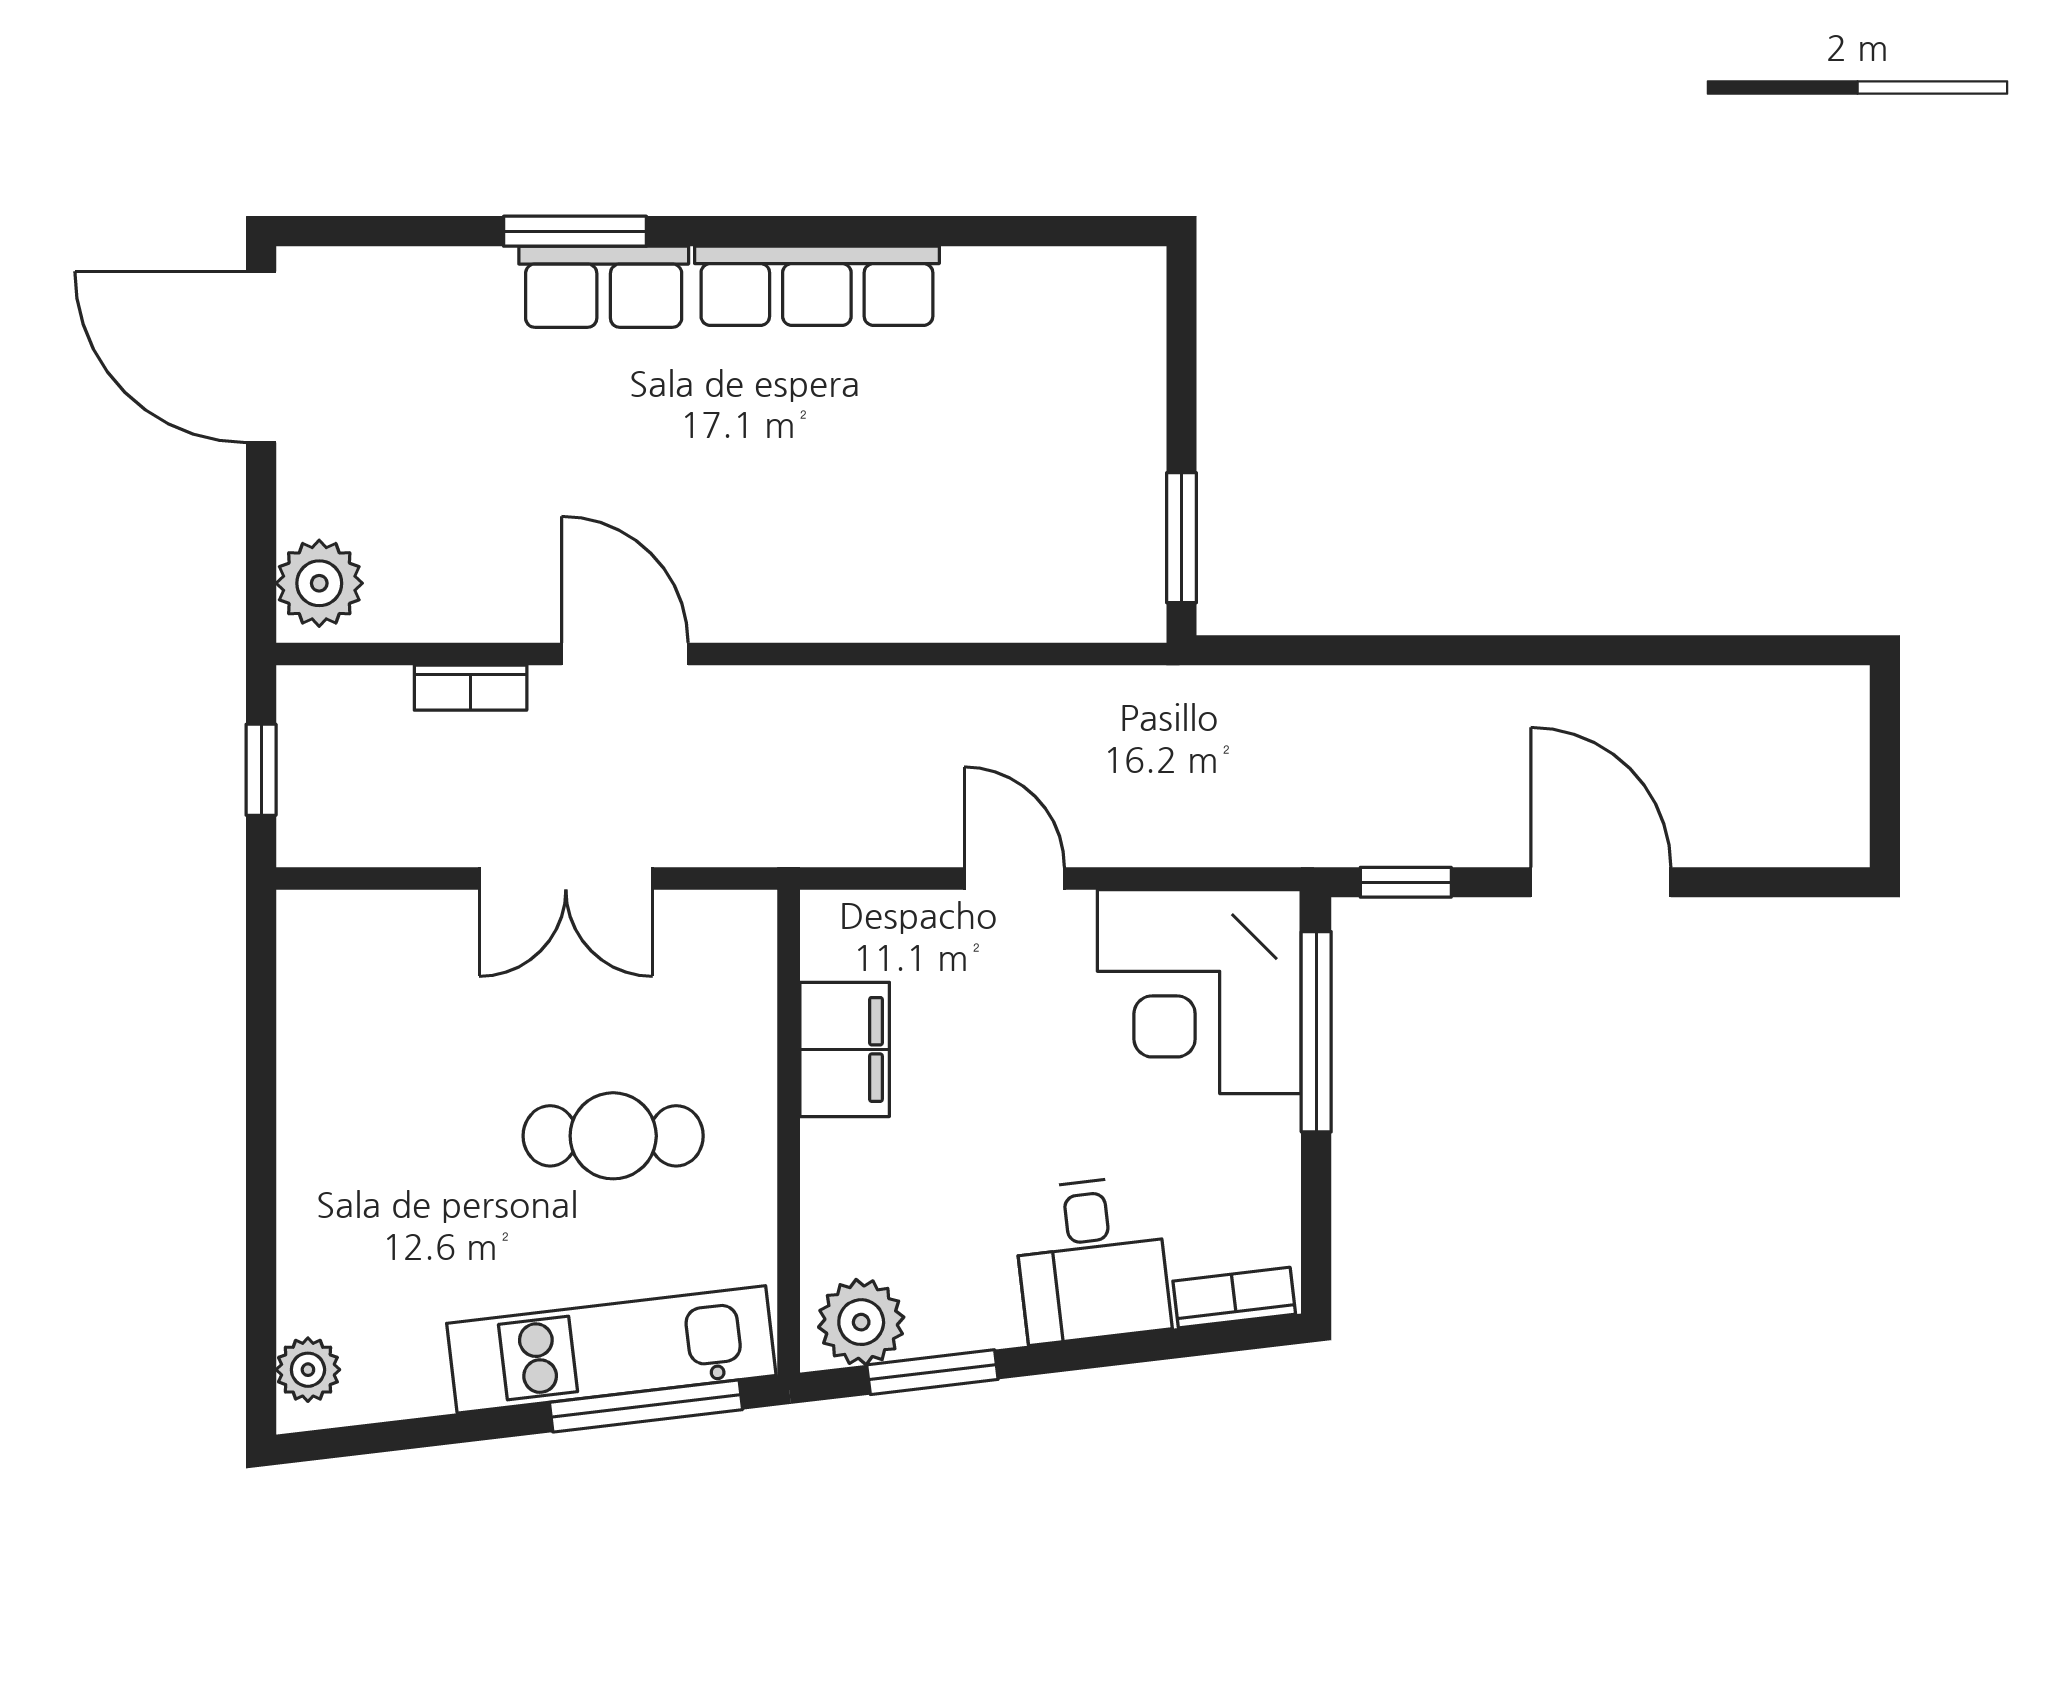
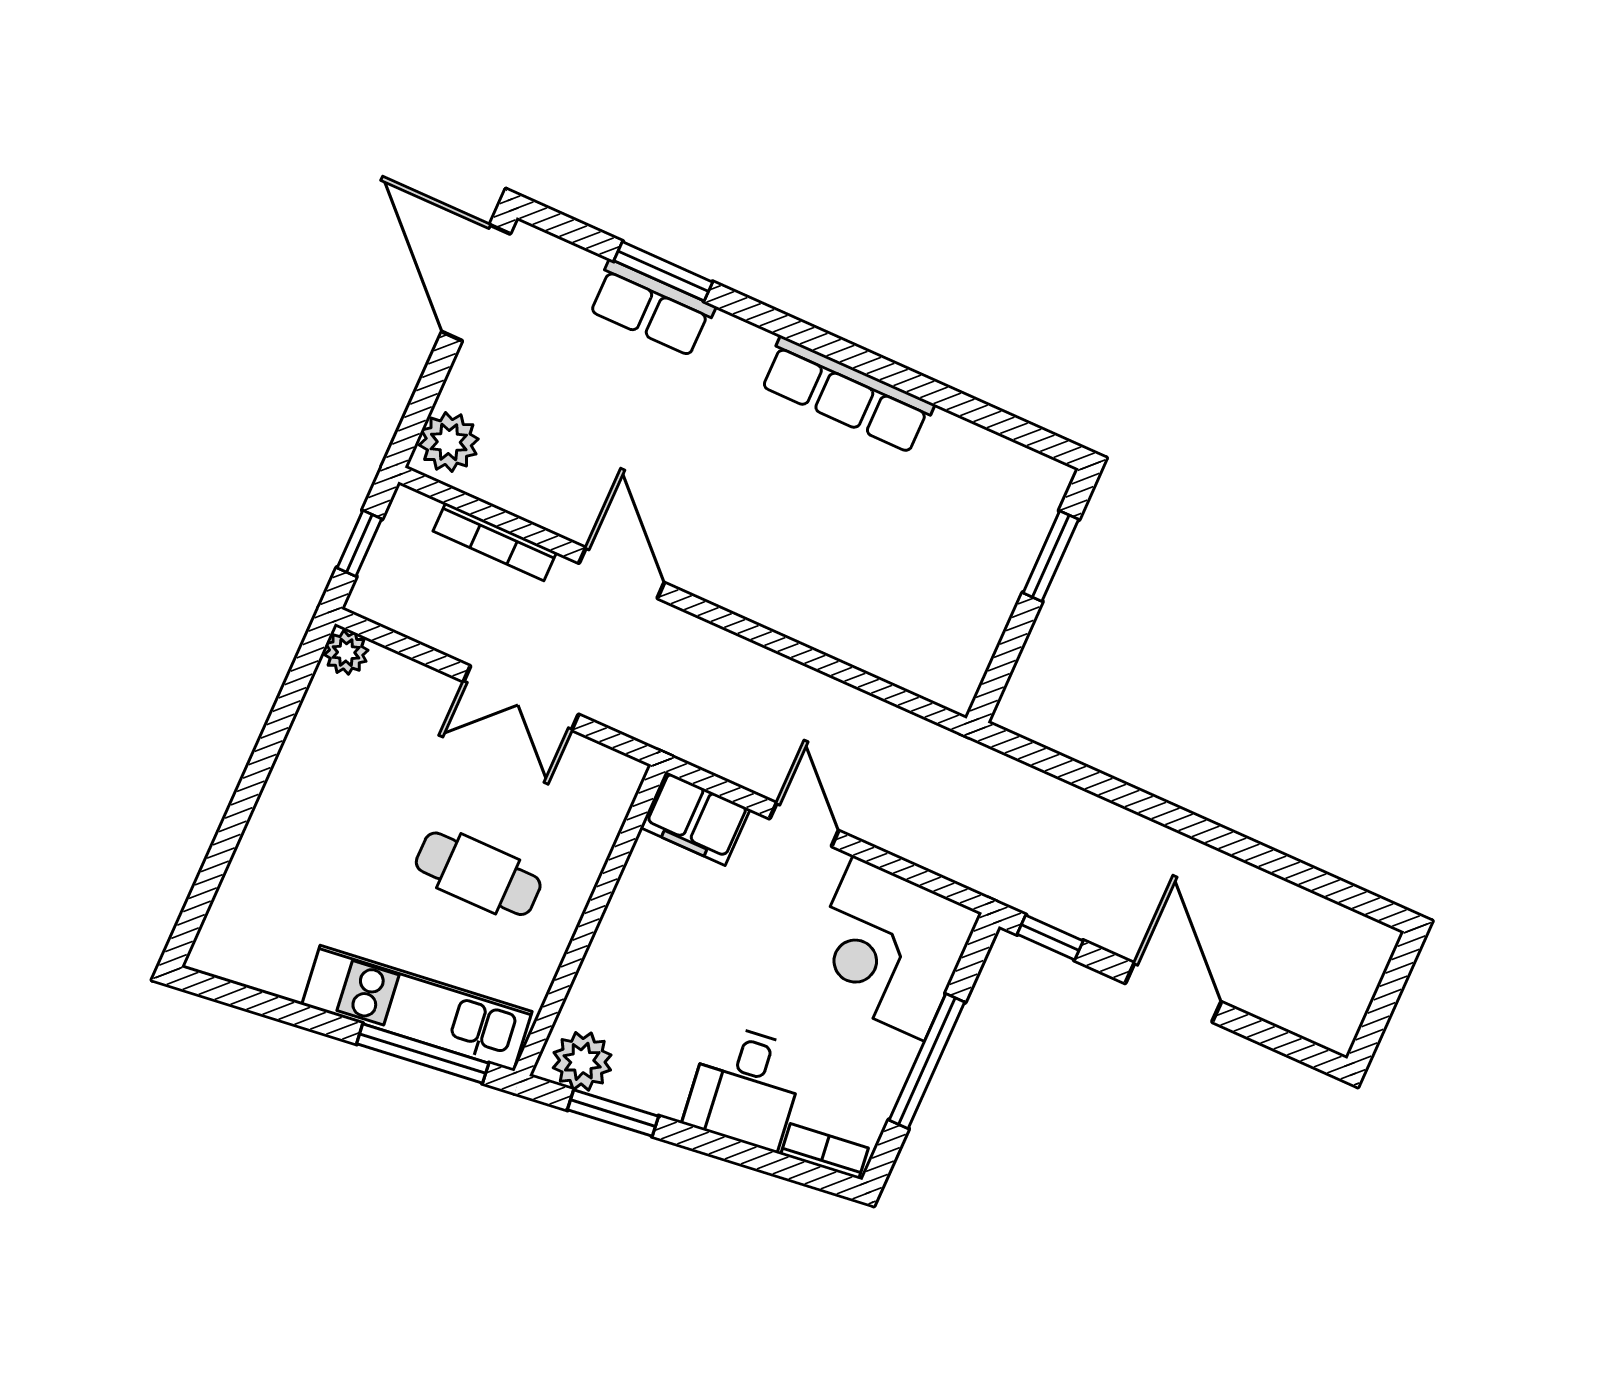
window: (575, 231) -> (663, 271), moved
row of seats: (604, 287) -> (651, 308), moved
window: (1182, 538) -> (1051, 556), moved
bookcase: (471, 688) -> (495, 542), width x1.56
window: (1316, 1032) -> (927, 1061), moved
filing cabinet: (845, 1049) -> (695, 818), moved, turned 90
plant: (308, 1370) -> (346, 652), moved

